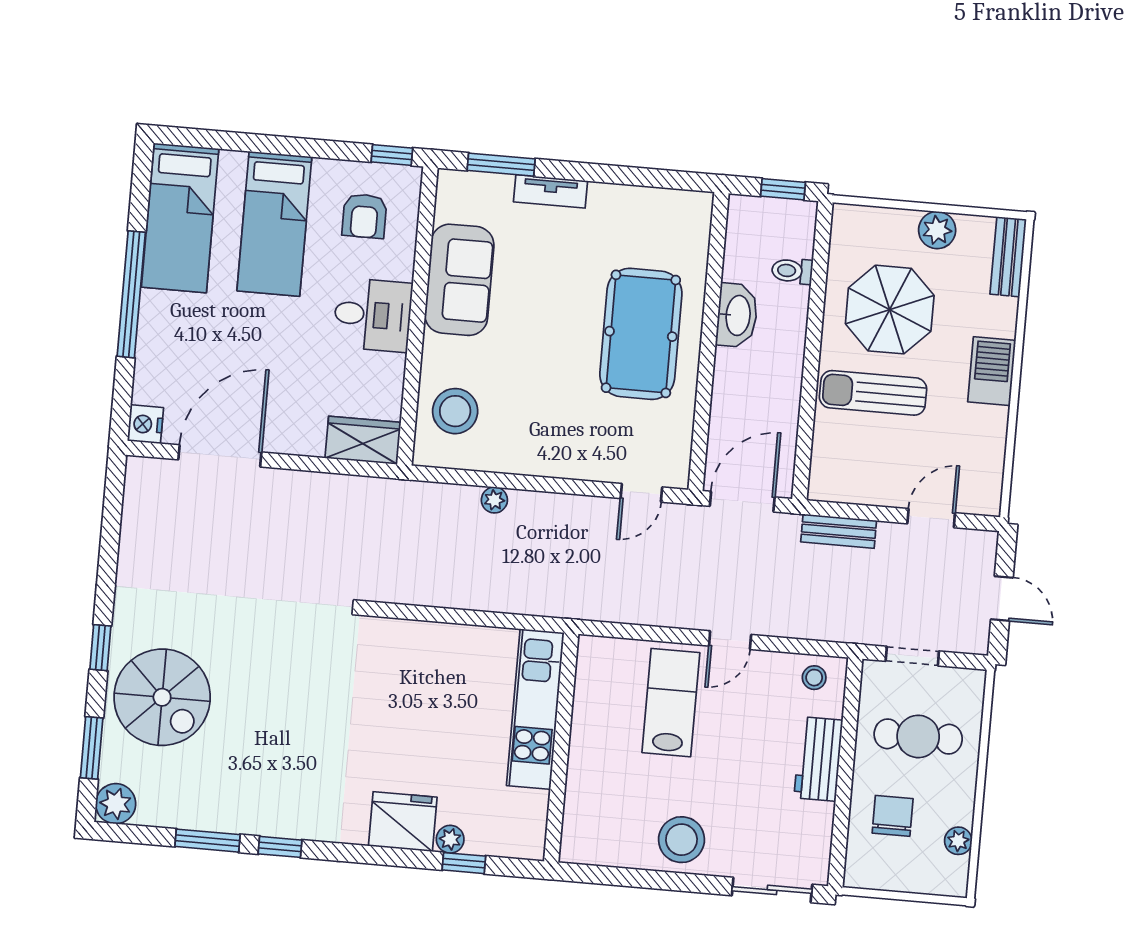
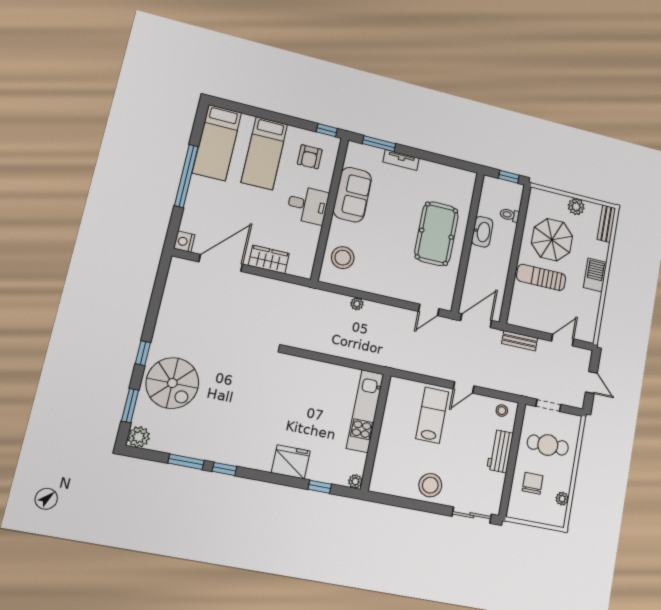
wardrobe: (363, 440) -> (269, 259), moved
plant: (450, 839) -> (355, 481), moved

